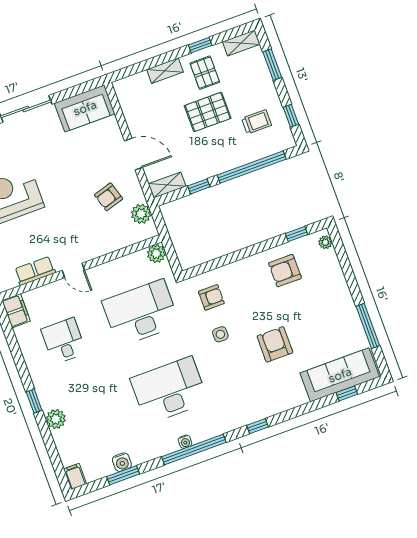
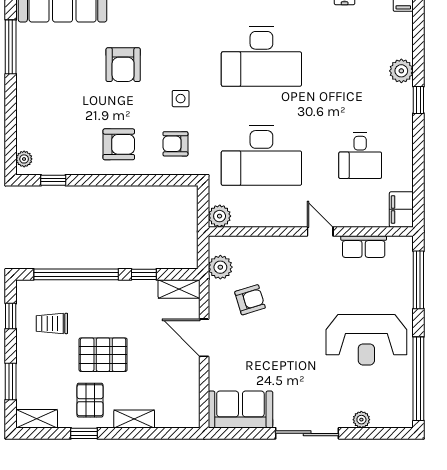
armchair: (285, 271) -> (119, 144), moved

